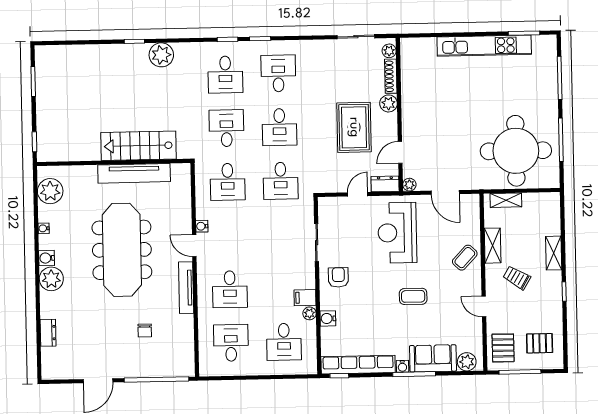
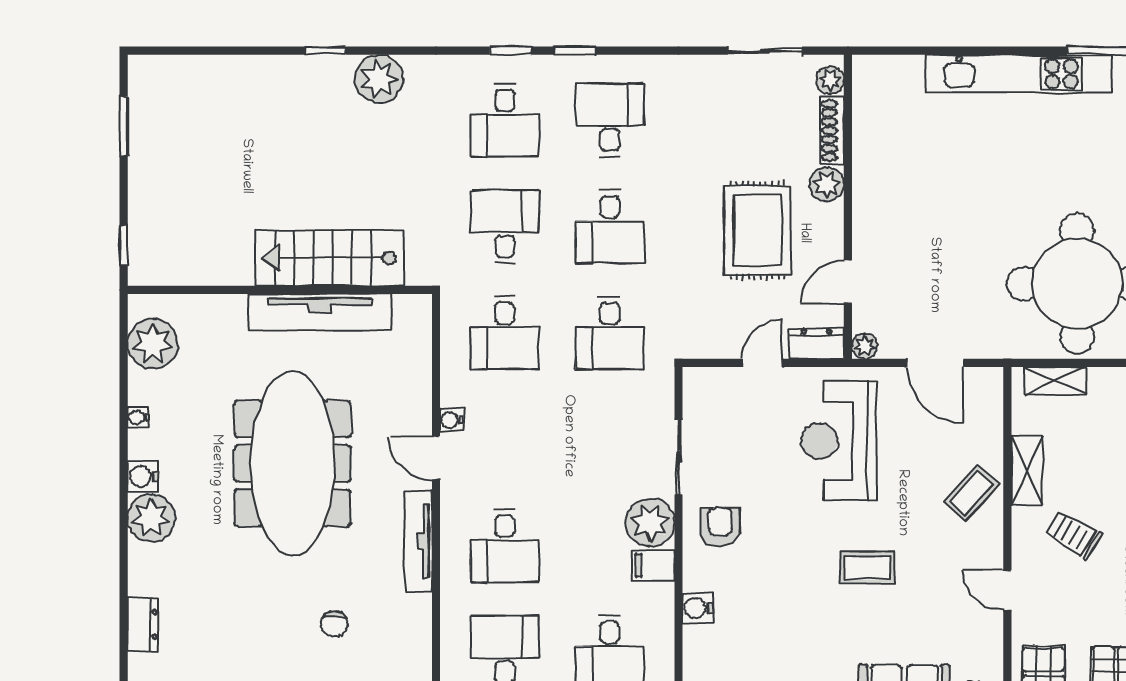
plant: (310, 313) -> (650, 523), moved, width x1.87, depth x1.87

